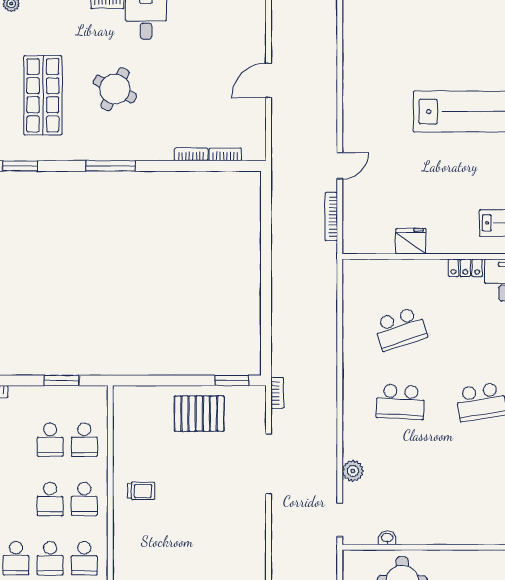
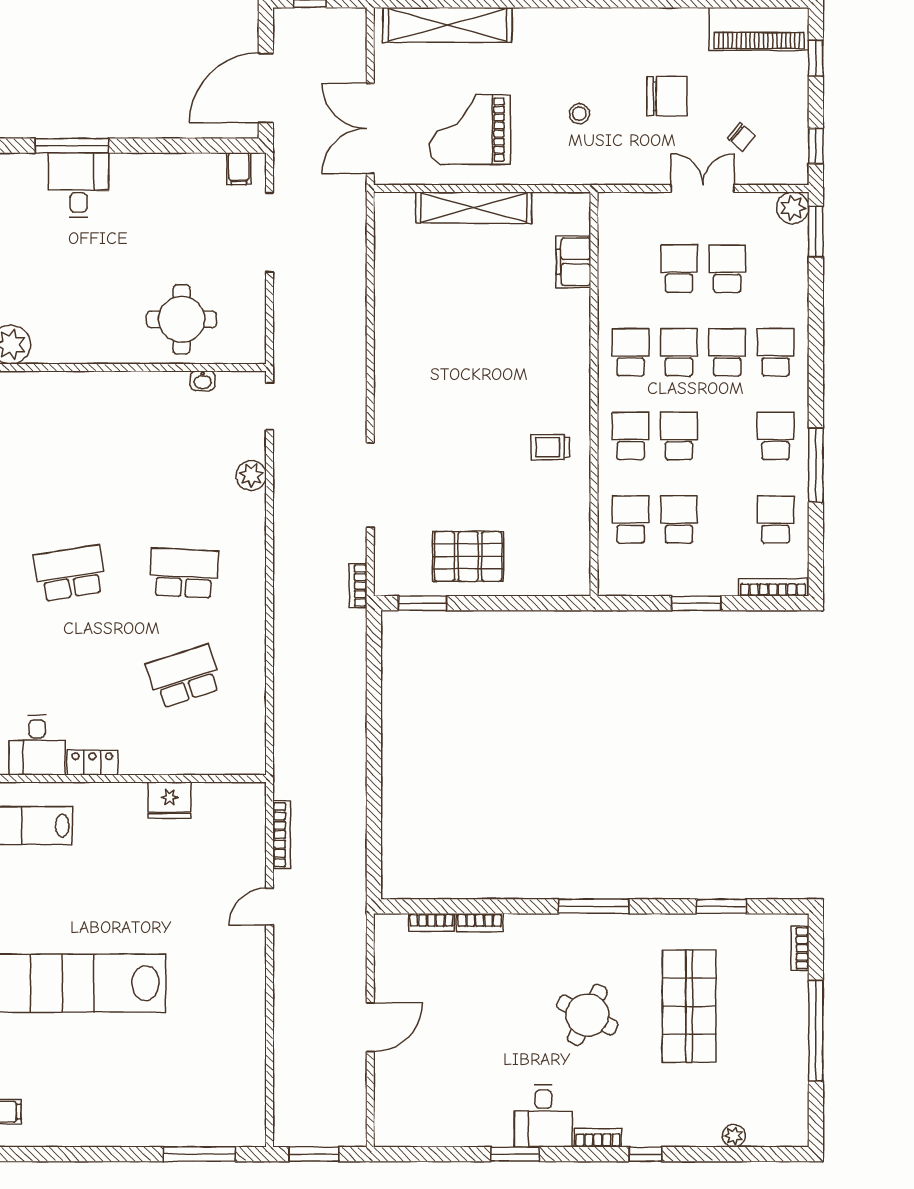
window: (62, 380) -> (696, 603), moved

